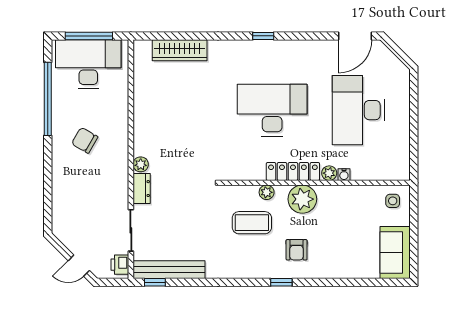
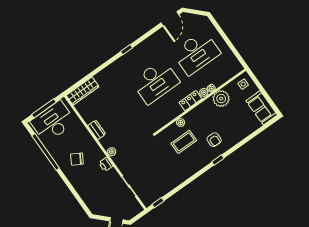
wardrobe: (180, 50) -> (82, 91), moved
desk: (272, 110) -> (156, 82), turned 180
desk: (358, 110) -> (196, 53), turned -90
locker: (293, 171) -> (191, 101), width x0.66
dresser: (142, 189) -> (97, 130), moved
plant: (302, 199) -> (221, 99), moved
printer: (120, 265) -> (106, 164), moved
bench: (169, 270) -> (160, 192), removed

